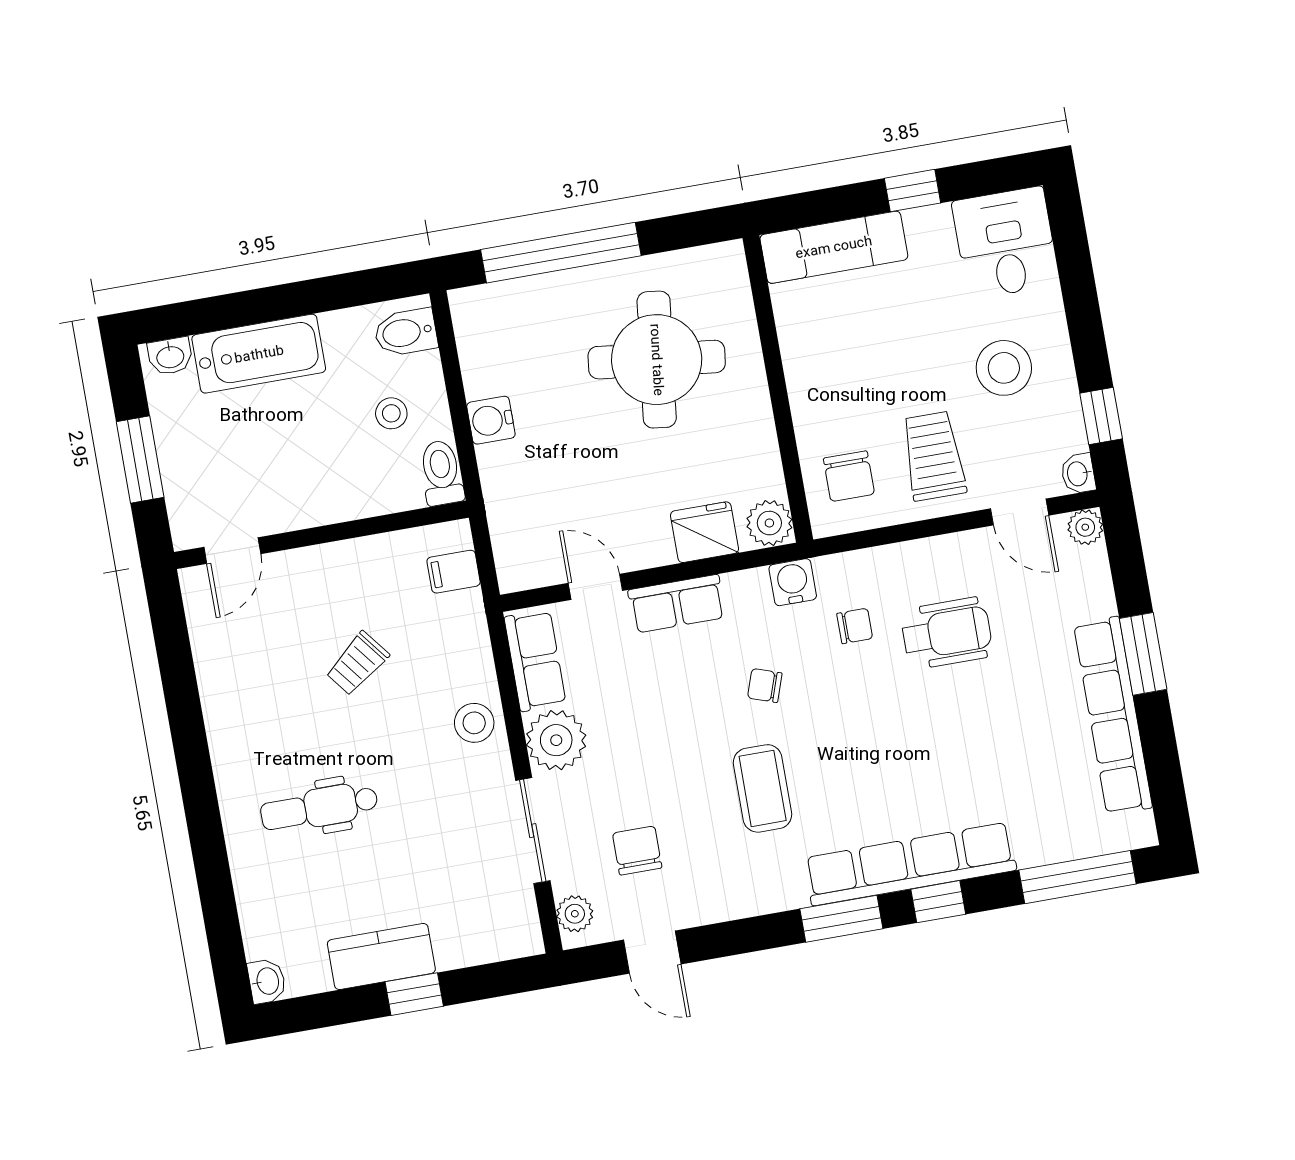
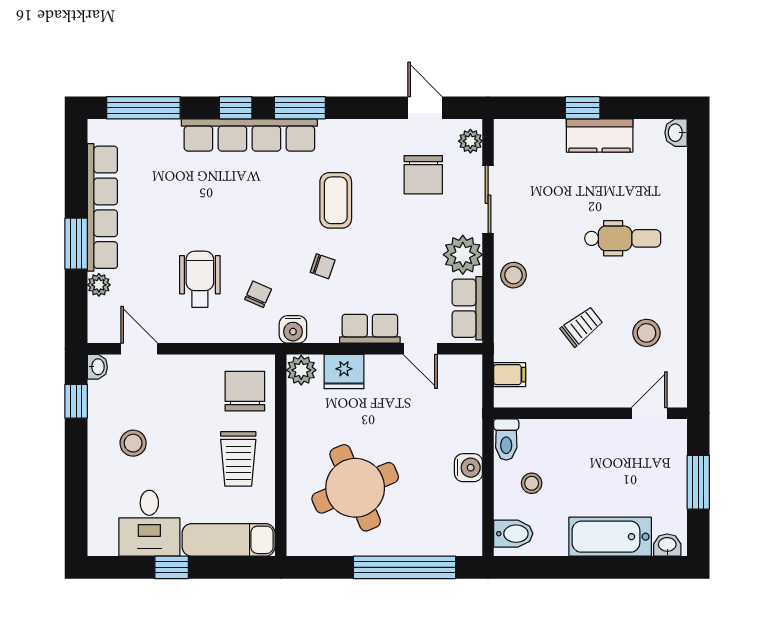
desk: (1006, 243) -> (149, 523), moved
round table: (657, 360) -> (355, 488), turned -30
stool: (1004, 368) -> (133, 443), width x0.73, depth x0.73
trolley: (933, 456) -> (238, 459), moved
chair: (849, 476) -> (245, 391), width x1.37, depth x1.37
plant: (1085, 527) -> (99, 285), moved
chair: (855, 626) -> (258, 294), turned 114
wheelchair: (947, 633) -> (200, 279), turned 90
stool: (258, 671) -> (647, 333), added
chair: (637, 851) -> (423, 175), width x1.37, depth x1.37

